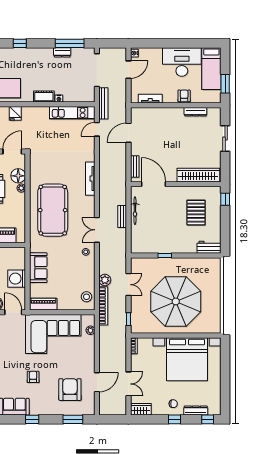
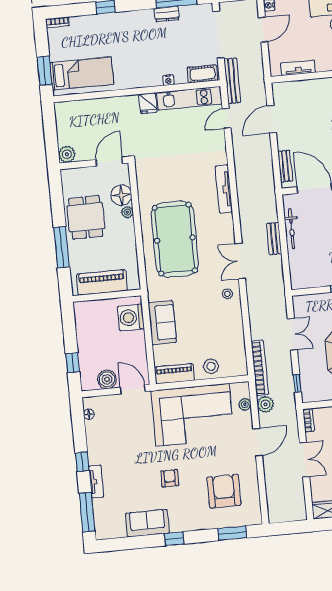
cot: (44, 97) -> (202, 74), moved
fridge: (15, 113) -> (148, 103), moved
washing machine: (17, 279) -> (131, 317), moved
plant: (105, 280) -> (265, 404), moved
stool: (87, 297) -> (211, 366), moved
door: (97, 382) -> (258, 442), moved
double door: (128, 384) -> (304, 460), moved

